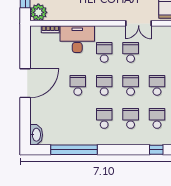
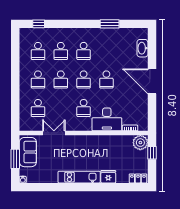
school desk: (131, 52) -> (38, 108), moved
door: (25, 83) -> (152, 81), hinge flipped
washbasin: (36, 135) -> (142, 48), moved
window: (74, 150) -> (110, 24), width x0.47

